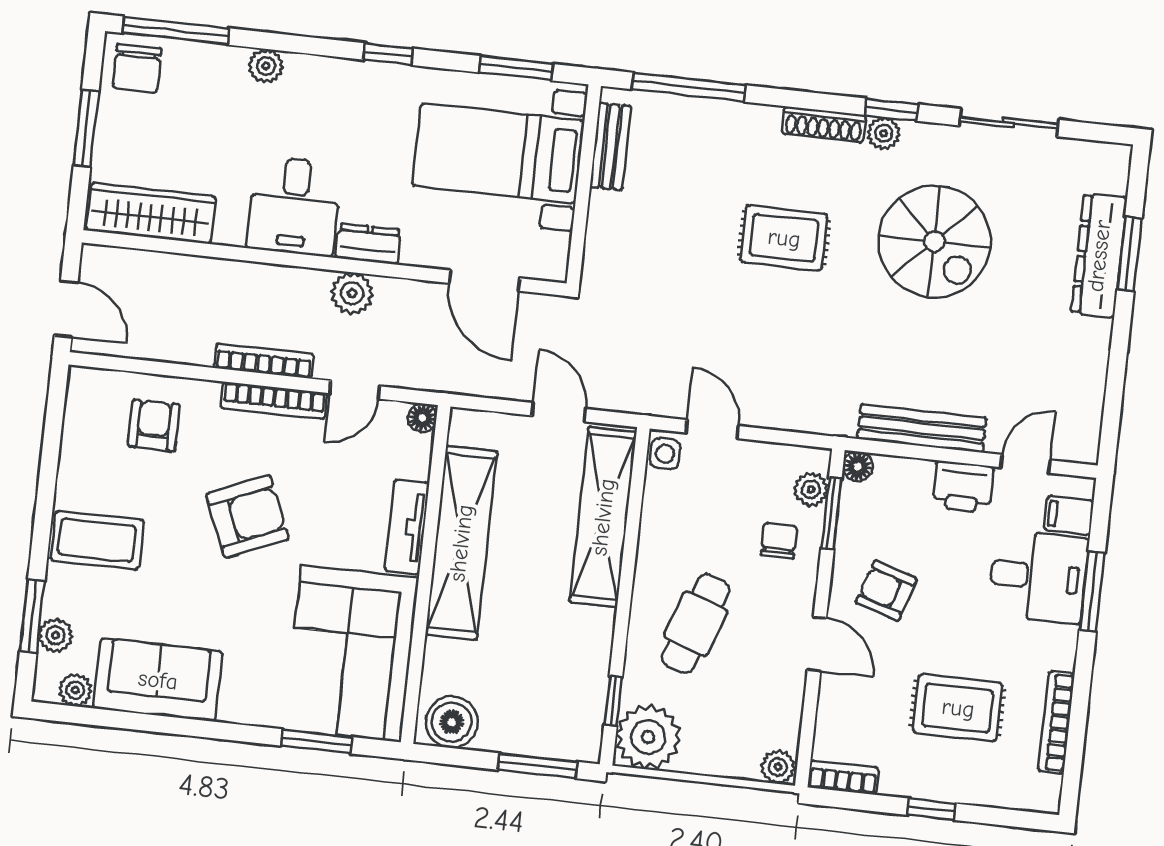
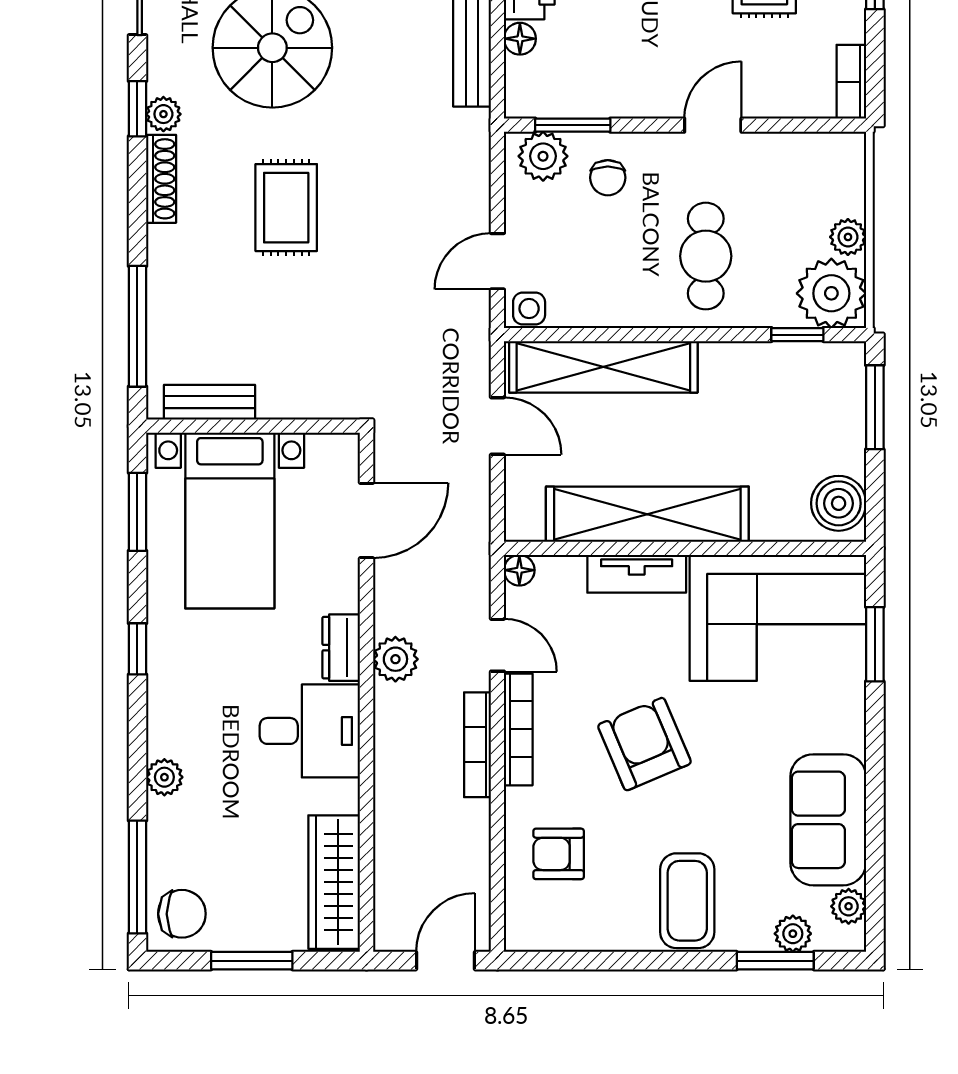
door: (559, 412) -> (497, 426), swing flipped
floor lamp: (858, 466) -> (520, 39), moved
plant: (811, 489) -> (543, 156), width x1.38, depth x1.38
chair: (779, 541) -> (608, 178), turned -90
armchair: (886, 590) -> (648, 58), removed
cafe table: (696, 624) -> (706, 256), turned 71
plant: (778, 767) -> (848, 237), moved

